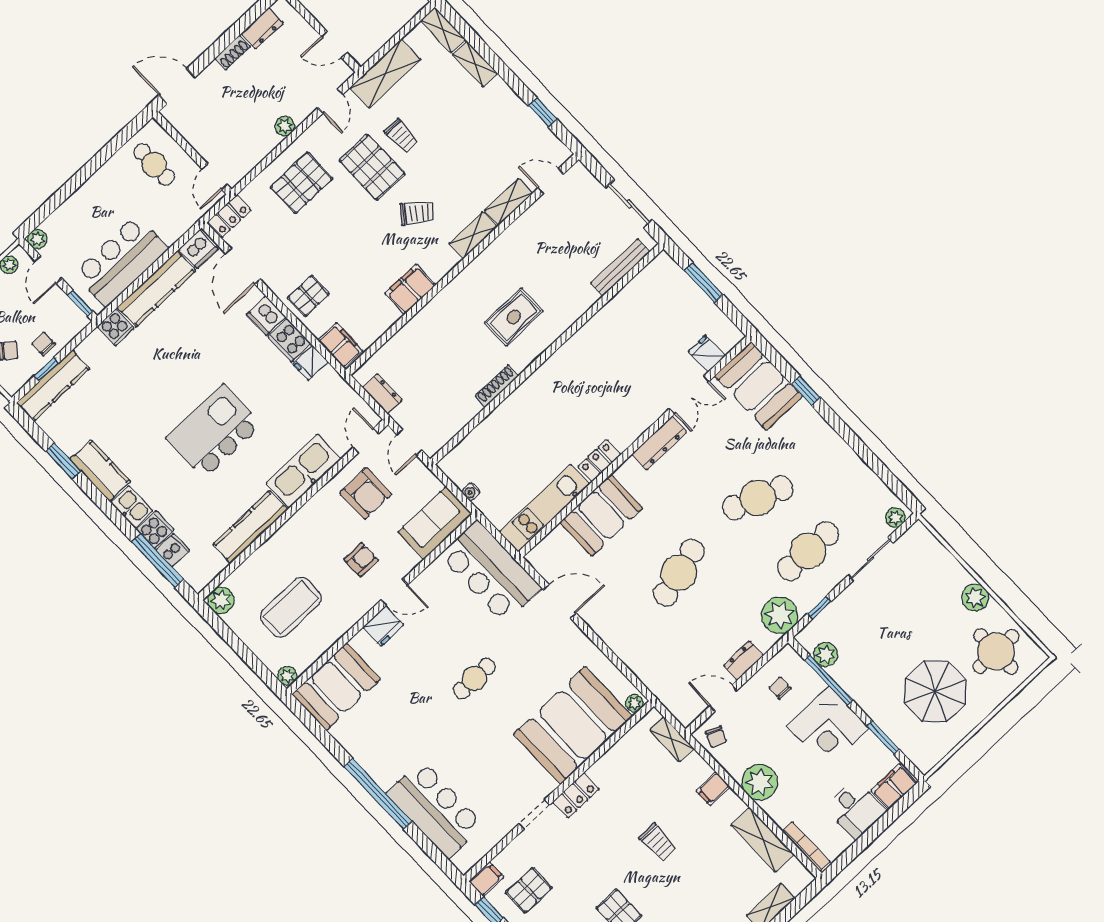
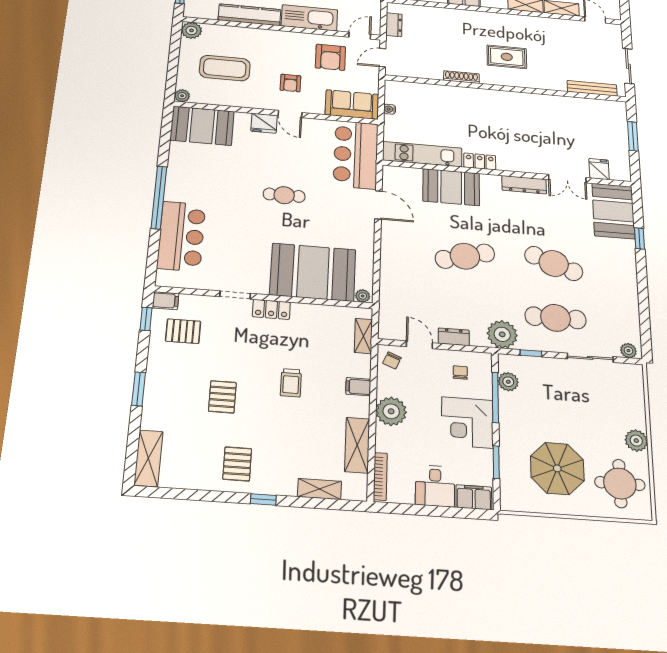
armchair: (361, 560) -> (291, 83), turned 90

